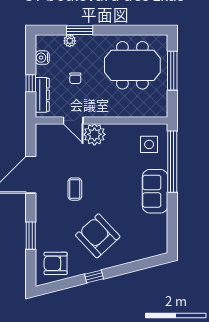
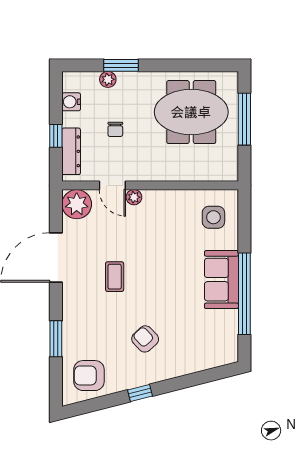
plant: (94, 134) -> (134, 197), width x0.53, depth x0.53
plant: (46, 135) -> (77, 204), added
window: (172, 162) -> (244, 294), moved
armchair: (98, 236) -> (145, 339), width x0.53, depth x0.53

